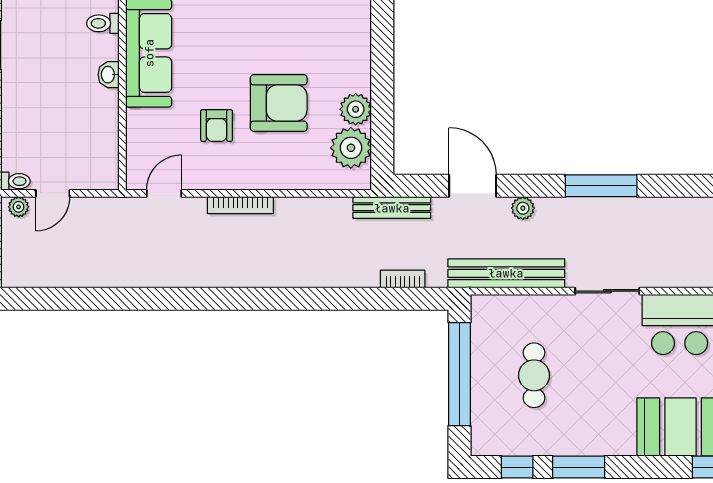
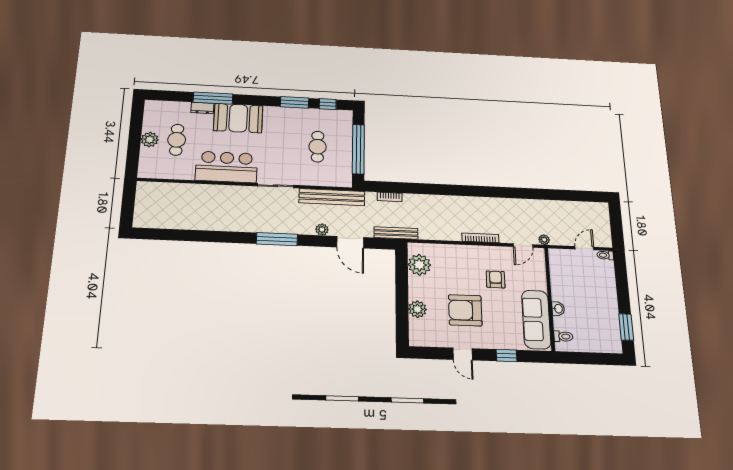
armchair: (279, 103) -> (465, 310), moved
plant: (356, 109) -> (417, 309), moved
plant: (19, 207) -> (544, 240), moved

